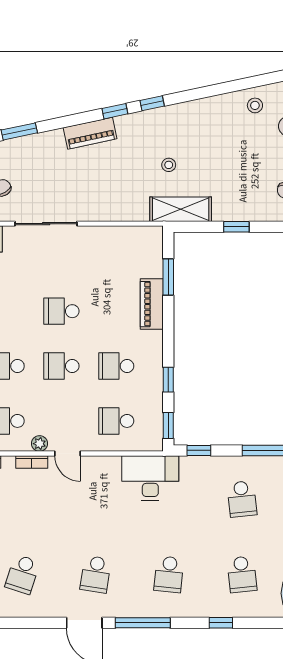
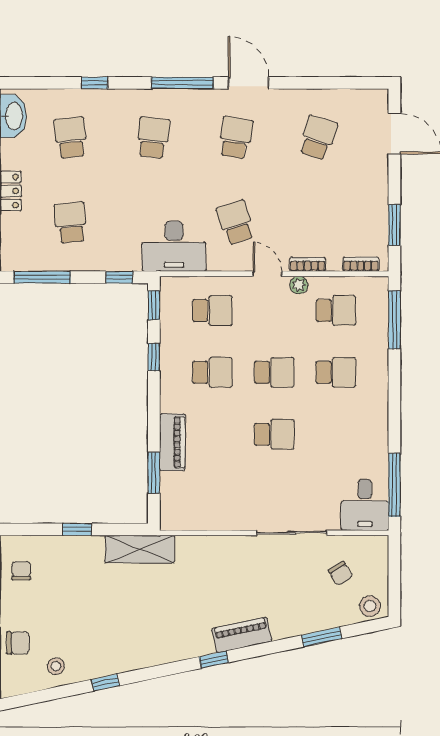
window: (152, 103) -> (105, 683), moved
stool: (169, 165) -> (153, 599), removed
school desk: (96, 499) -> (236, 223), added

